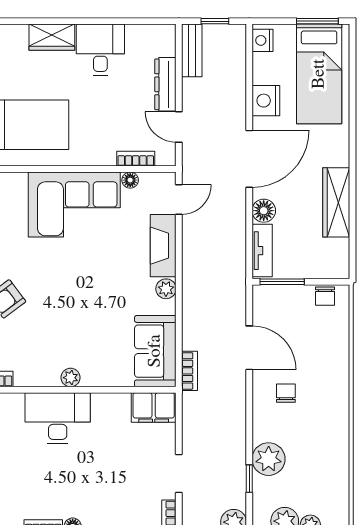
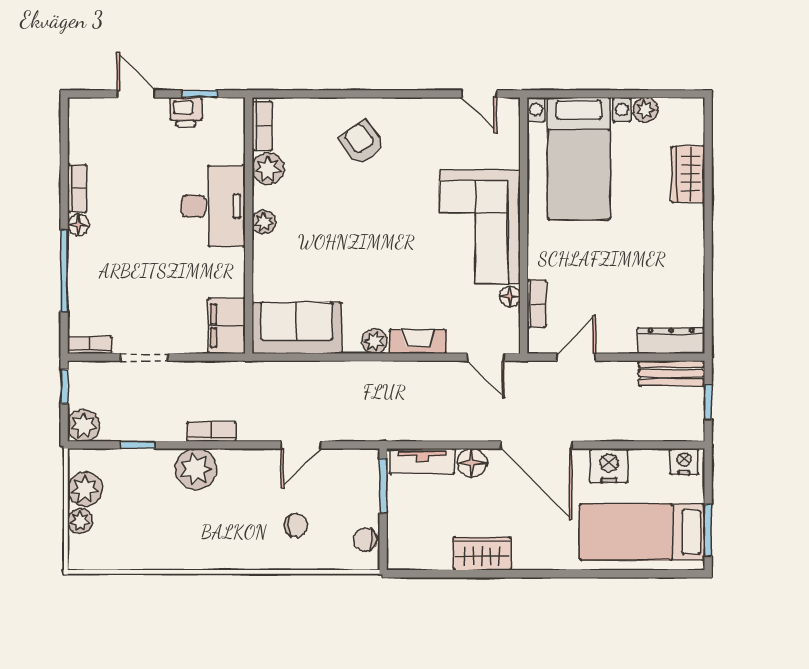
wardrobe: (52, 37) -> (688, 174), moved
desk: (100, 50) -> (672, 259), removed
dresser: (165, 84) -> (671, 341), moved
wardrobe: (336, 202) -> (482, 554), width x0.67
fireplace: (163, 246) -> (418, 342), width x0.73, depth x0.76
door: (249, 348) -> (301, 445), width x0.73
bookcase: (190, 371) -> (212, 432), moved, turned 180
plant: (28, 374) -> (268, 169), added
chair: (286, 393) -> (296, 525), moved
plant: (269, 459) -> (196, 469), moved

